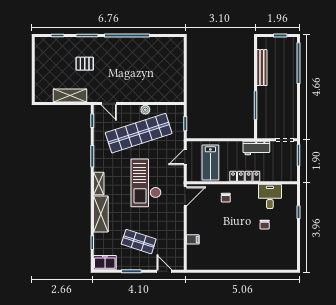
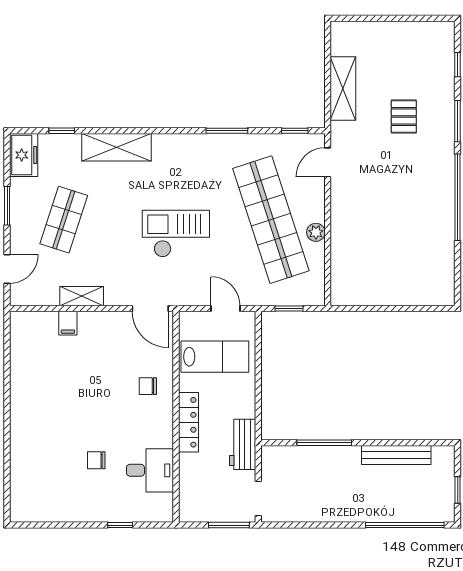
lab bench: (210, 163) -> (215, 357), turned 180
checkout: (146, 183) -> (176, 234), width x0.73, depth x0.83
shelving: (99, 184) -> (82, 296), moved

